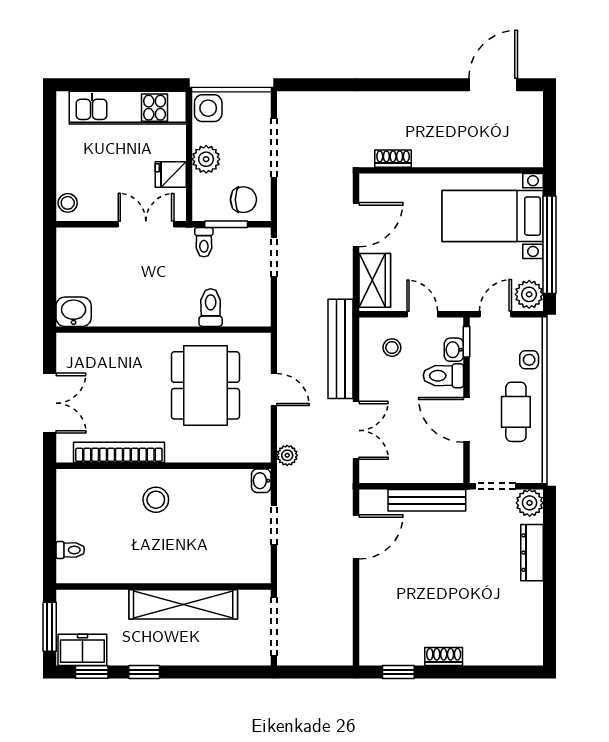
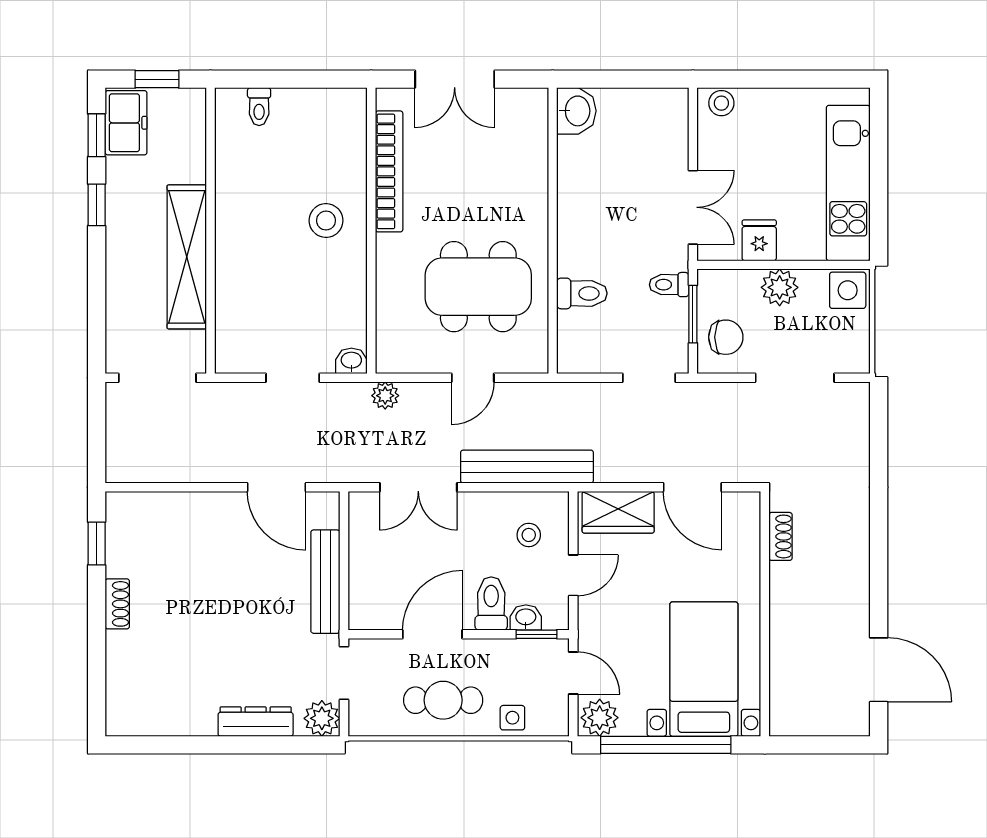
chair: (243, 200) -> (726, 337), turned -90
window: (50, 627) -> (157, 79), width x0.67

